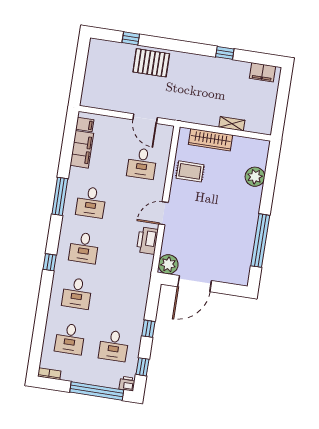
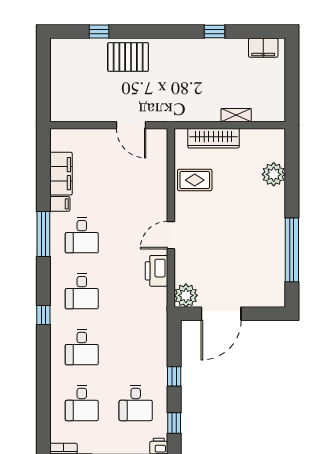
filing cabinet: (85, 125) -> (60, 204), moved
desk: (142, 163) -> (136, 179), removed

